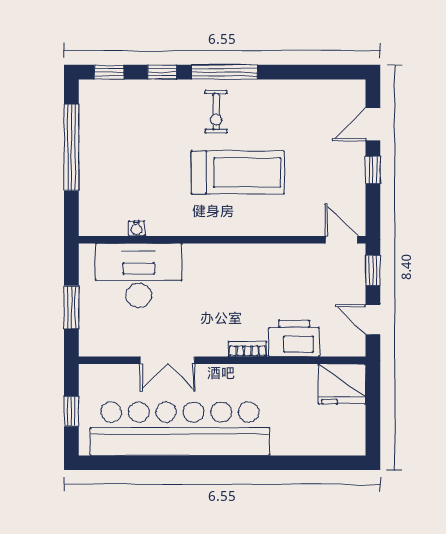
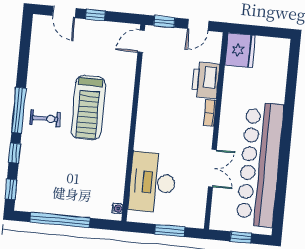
treadmill: (238, 172) -> (88, 108), turned 180
water cooler: (137, 228) -> (117, 209), moved

